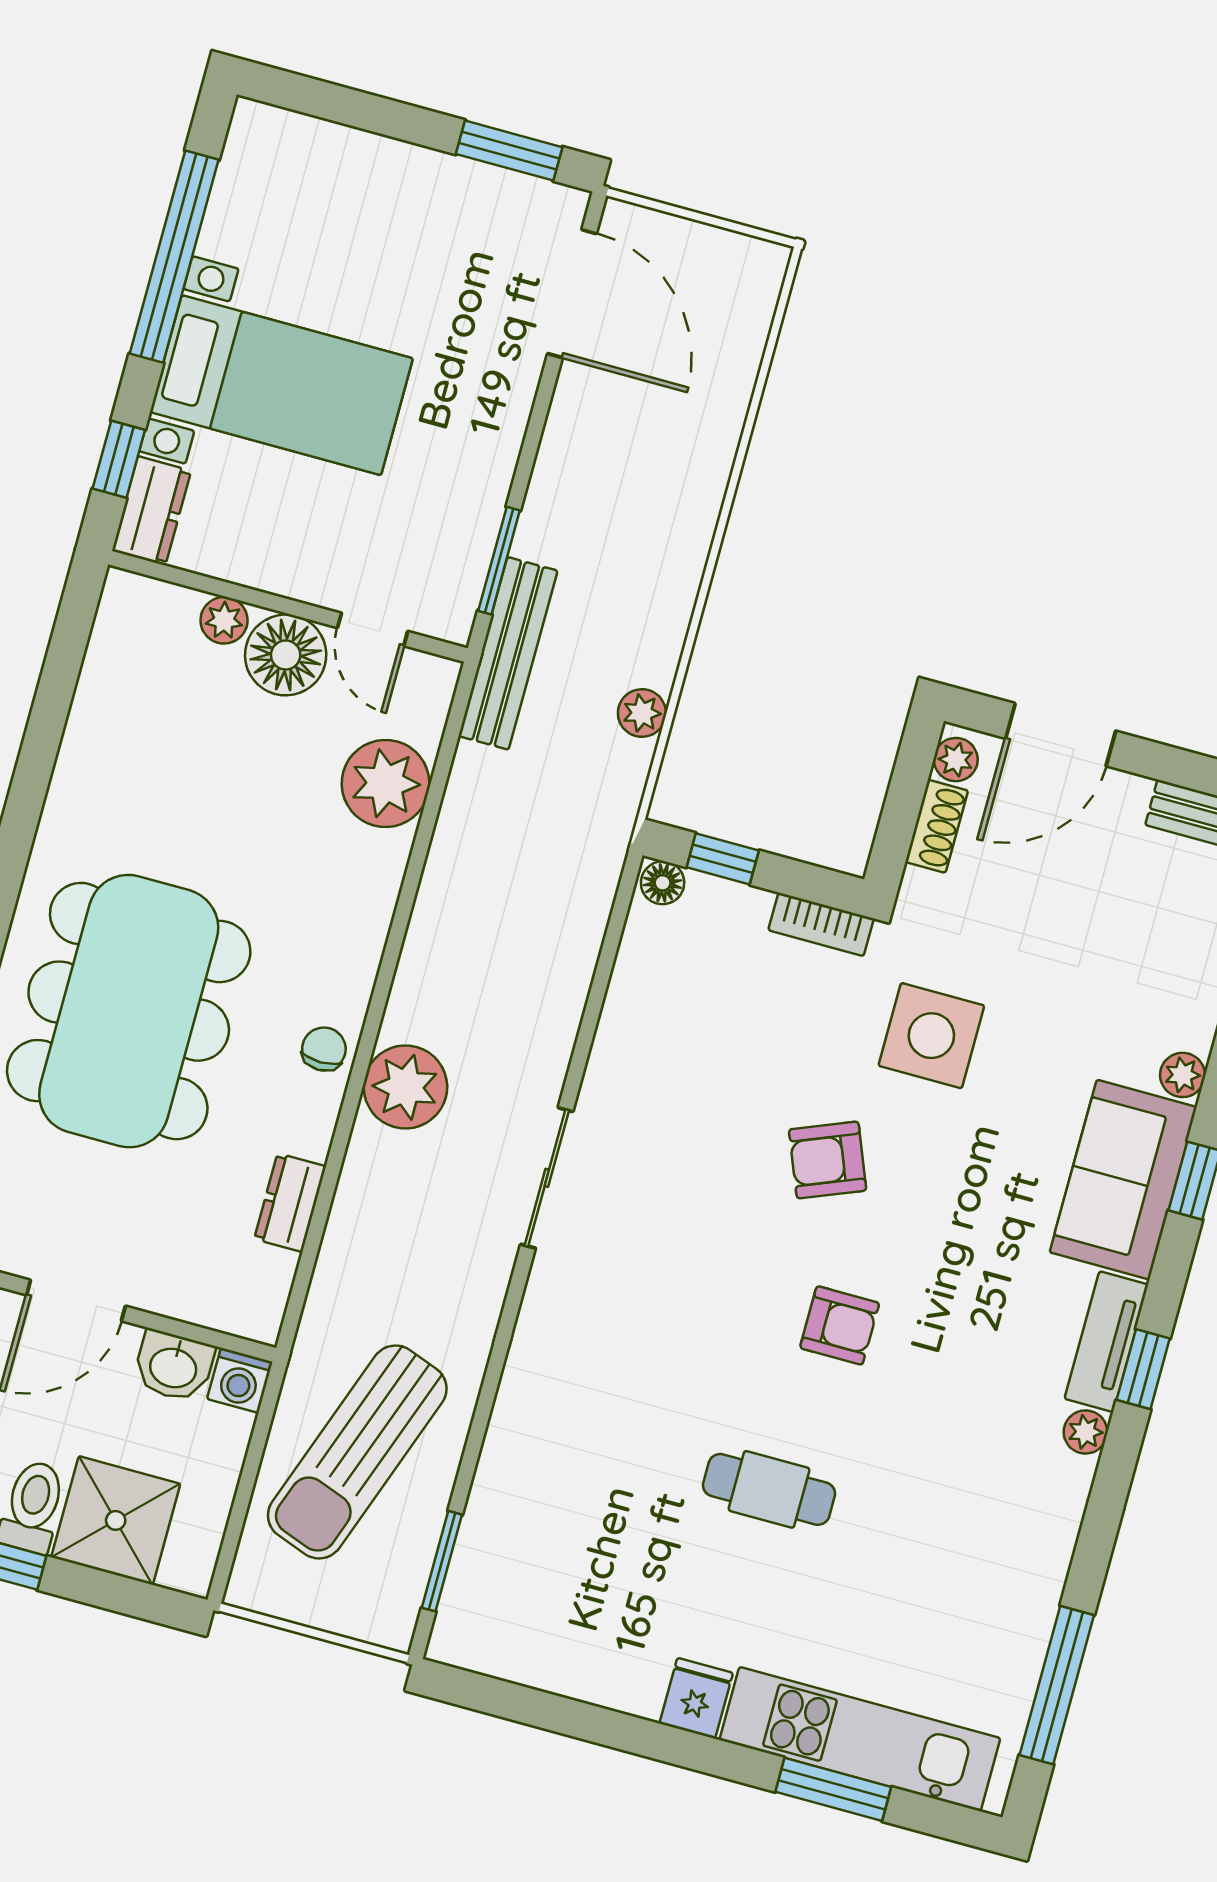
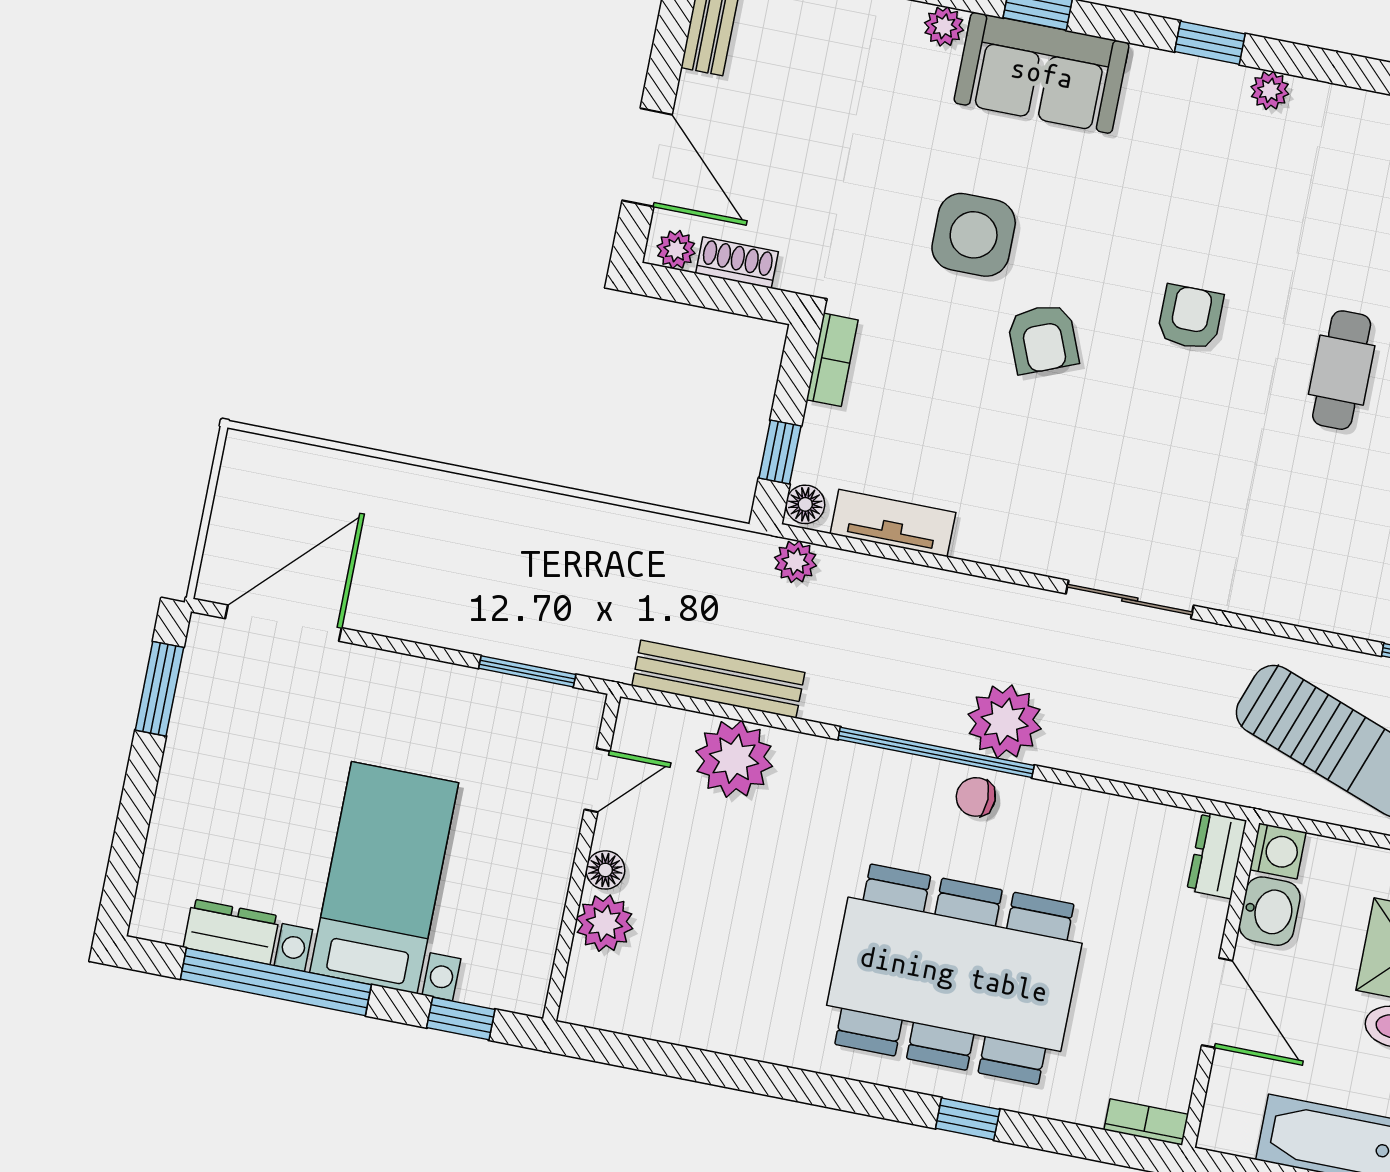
dresser: (152, 511) -> (231, 932), moved
plant: (224, 620) -> (605, 923), width x1.38, depth x1.38
bench: (508, 653) -> (718, 679), moved
floor lamp: (286, 655) -> (605, 870), width x0.53, depth x0.53
plant: (642, 713) -> (795, 562), moved
window: (377, 1008) -> (936, 752), added
side table: (931, 1036) -> (974, 235), moved
sliding door: (547, 1178) -> (1130, 600), moved
dresser: (290, 1203) -> (1217, 855), moved, turned 90
tv unit: (1106, 1342) -> (893, 523), moved, turned 180

